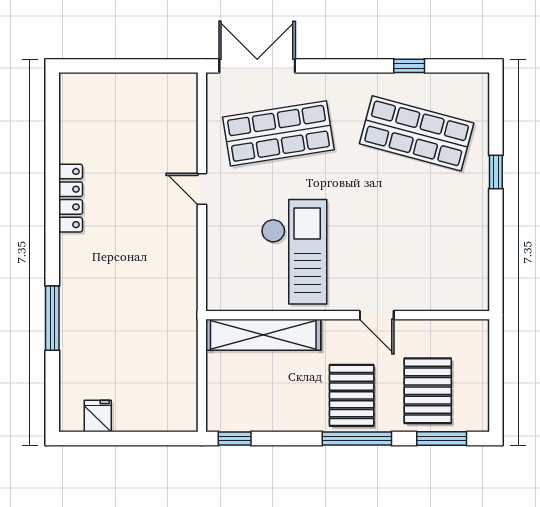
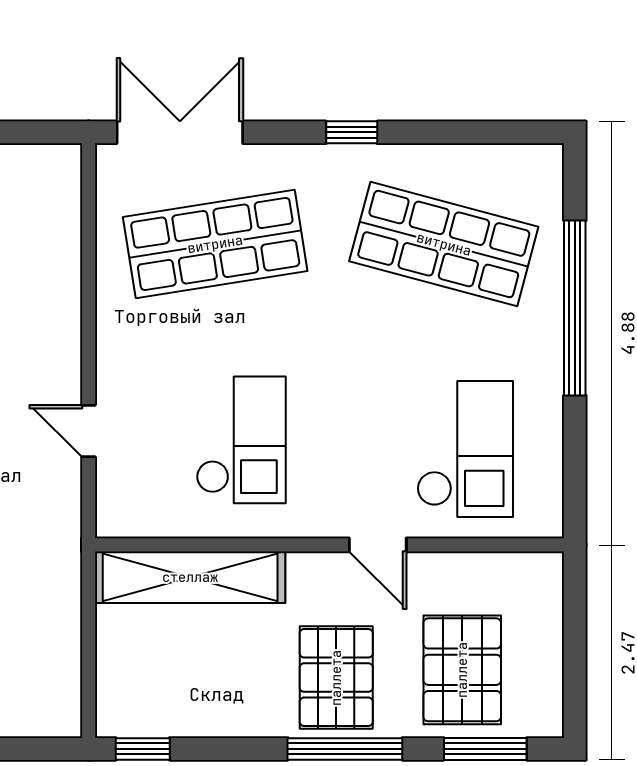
window: (409, 66) -> (352, 132), moved
window: (496, 172) -> (575, 308), width x3.17
door: (202, 189) -> (89, 431), moved
checkout: (294, 252) -> (241, 440), width x0.73, depth x0.83
checkout: (429, 257) -> (465, 449), added

